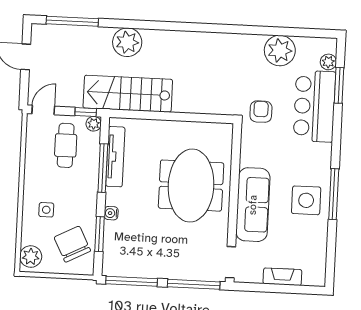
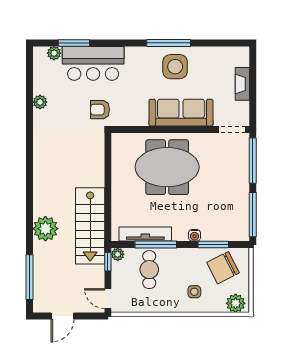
plant: (280, 51) -> (40, 102), width x0.53, depth x0.53
cafe table: (66, 145) -> (149, 270), moved, turned 90

